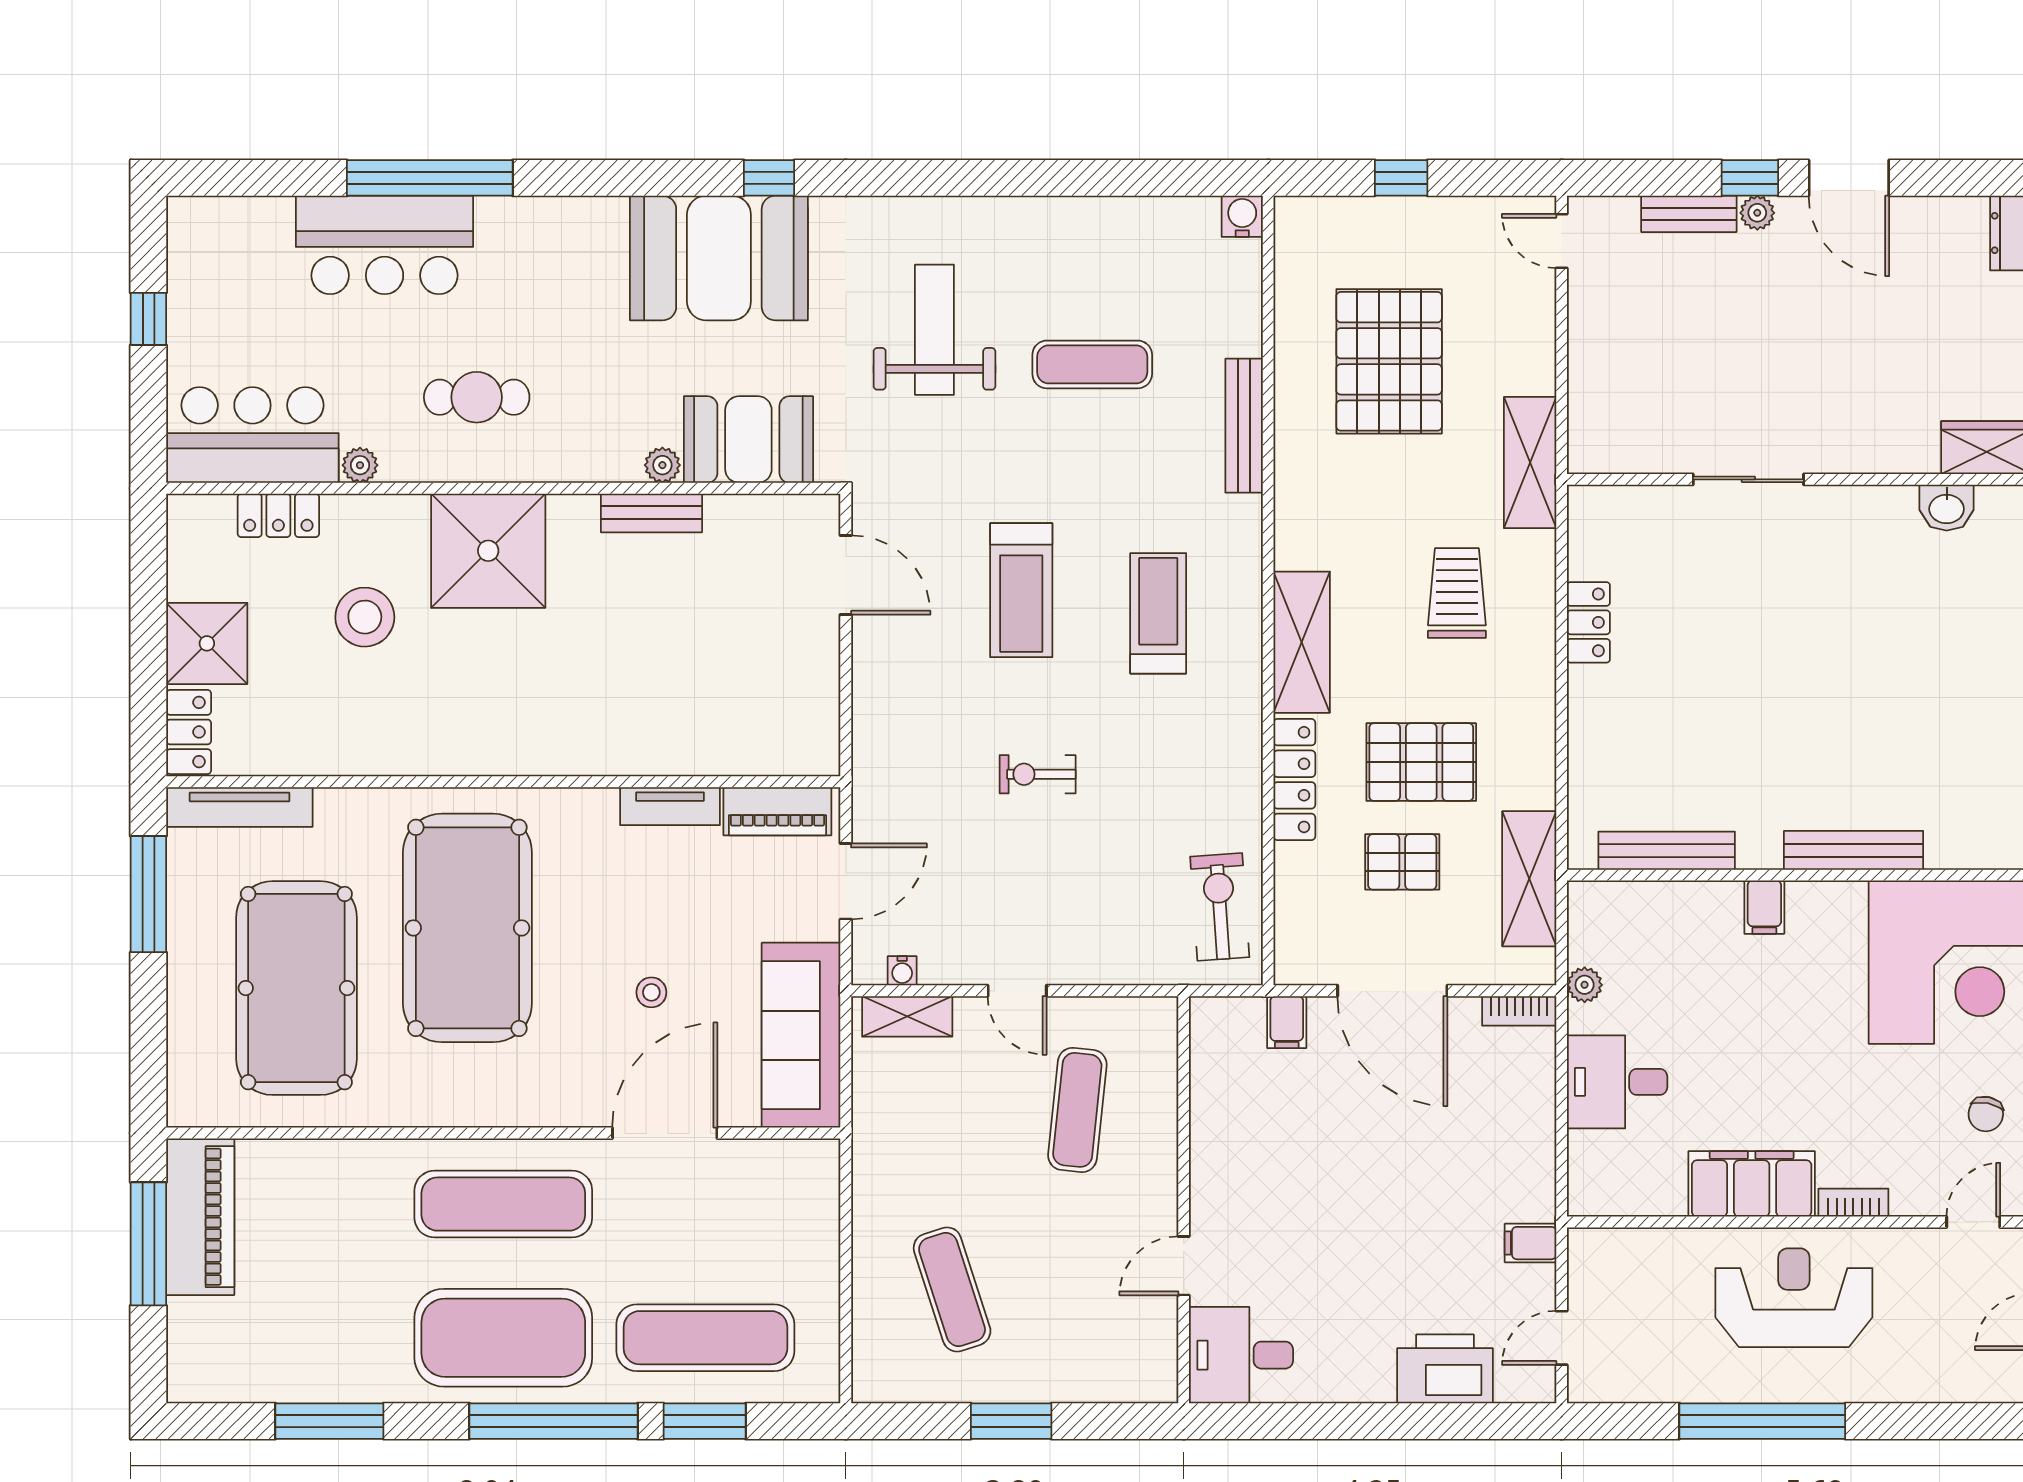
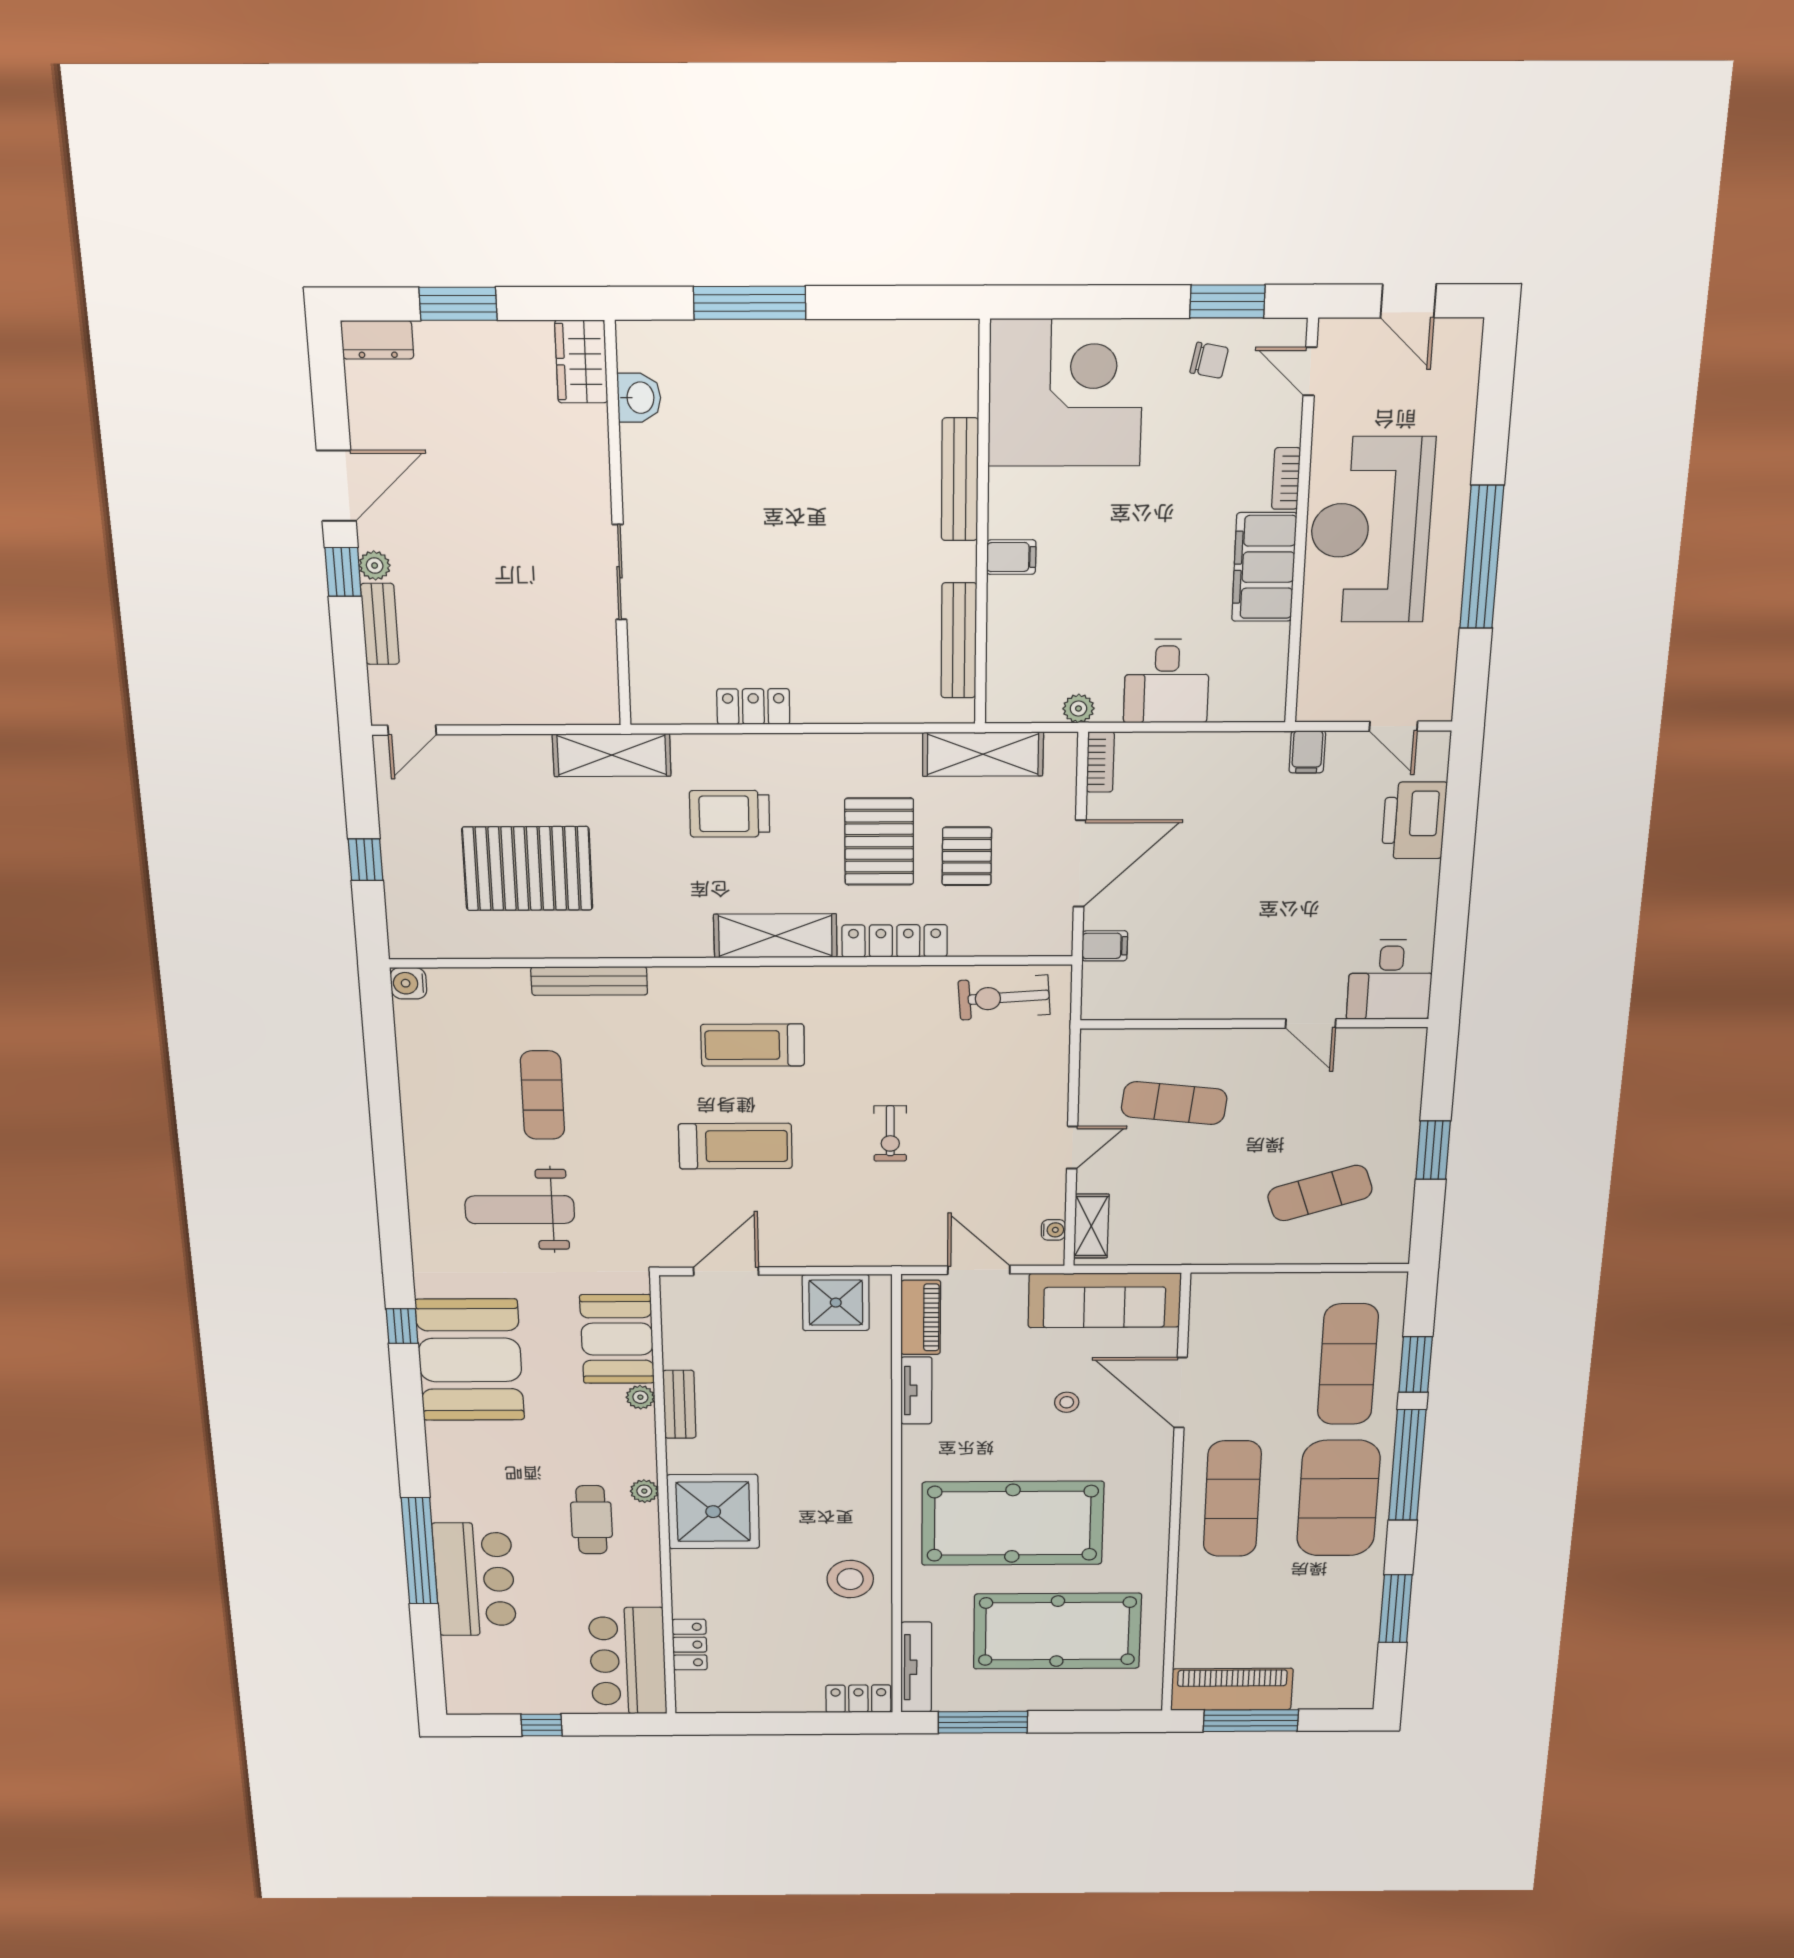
plant: (360, 465) -> (644, 1491), moved
stool: (365, 617) -> (850, 1579), moved
shower: (207, 643) -> (836, 1303), moved
reception desk: (1794, 1298) -> (1371, 530), width x1.36, depth x1.30

